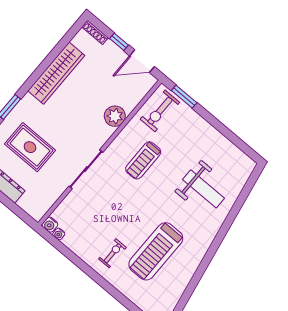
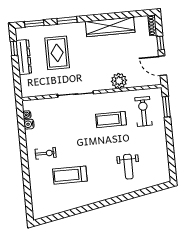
exercise bike: (160, 111) -> (143, 111), moved, turned 90
weight bench: (204, 189) -> (128, 167), width x0.73, depth x0.75
water cooler: (50, 225) -> (29, 124), moved
treadmill: (156, 251) -> (70, 175), width x0.73, depth x0.73

